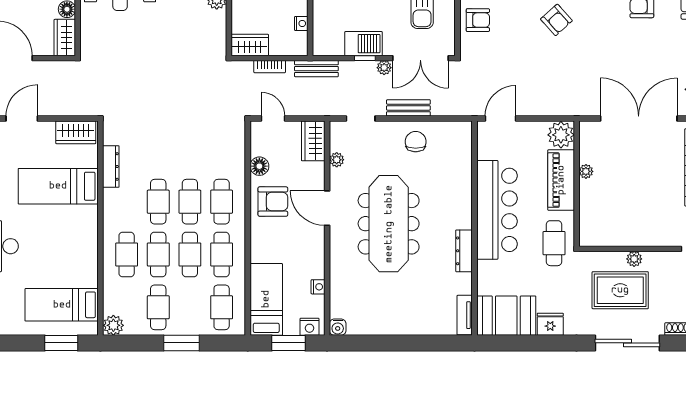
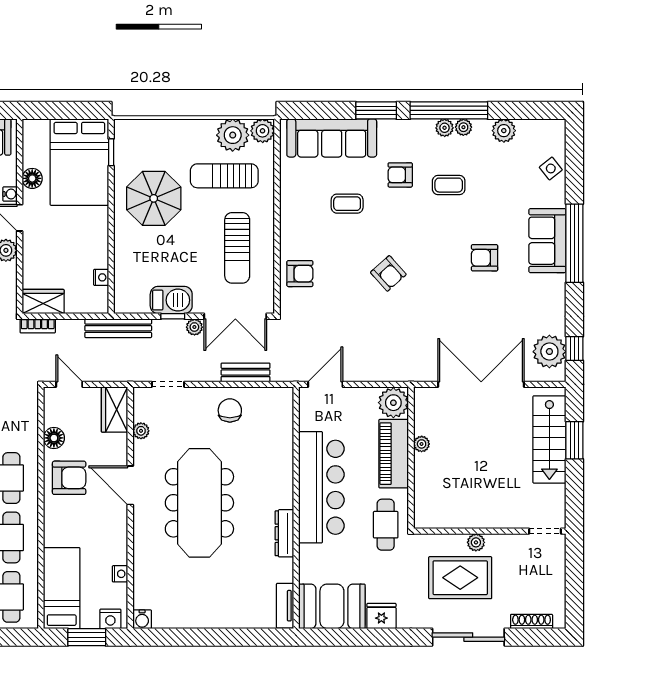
bookcase: (270, 67) -> (38, 326), moved
bench: (316, 69) -> (118, 328), width x1.36
bench: (408, 108) -> (246, 372), moved

